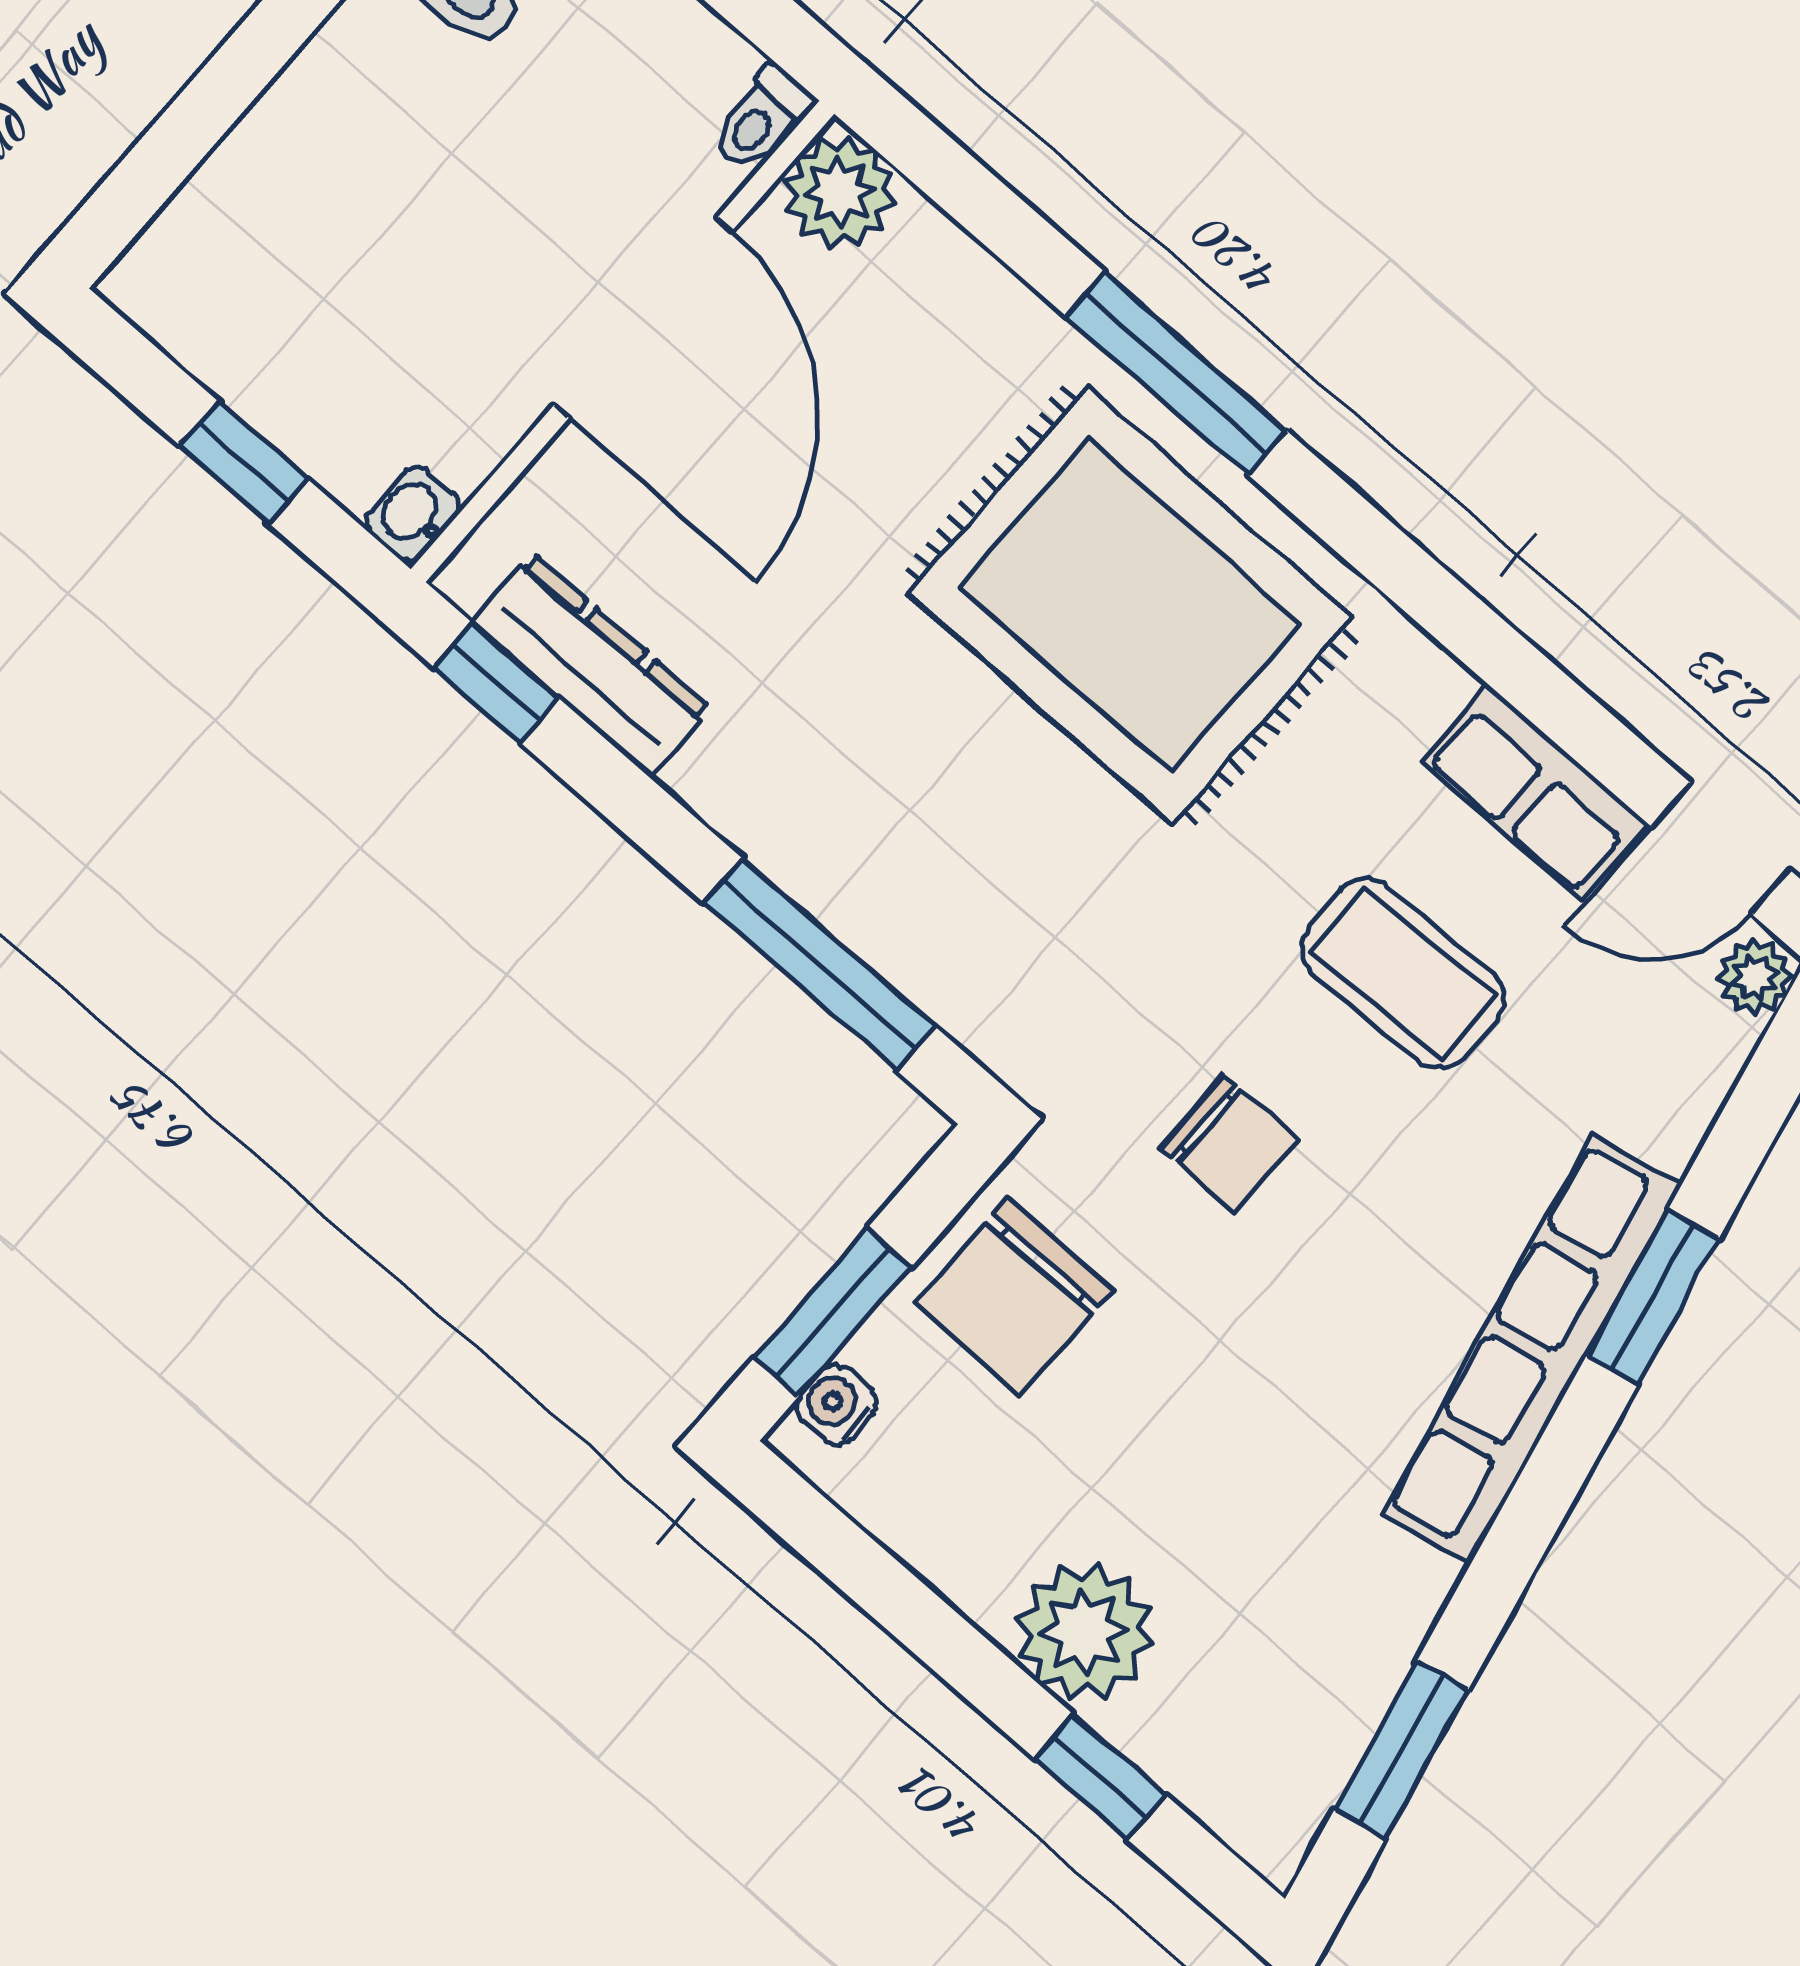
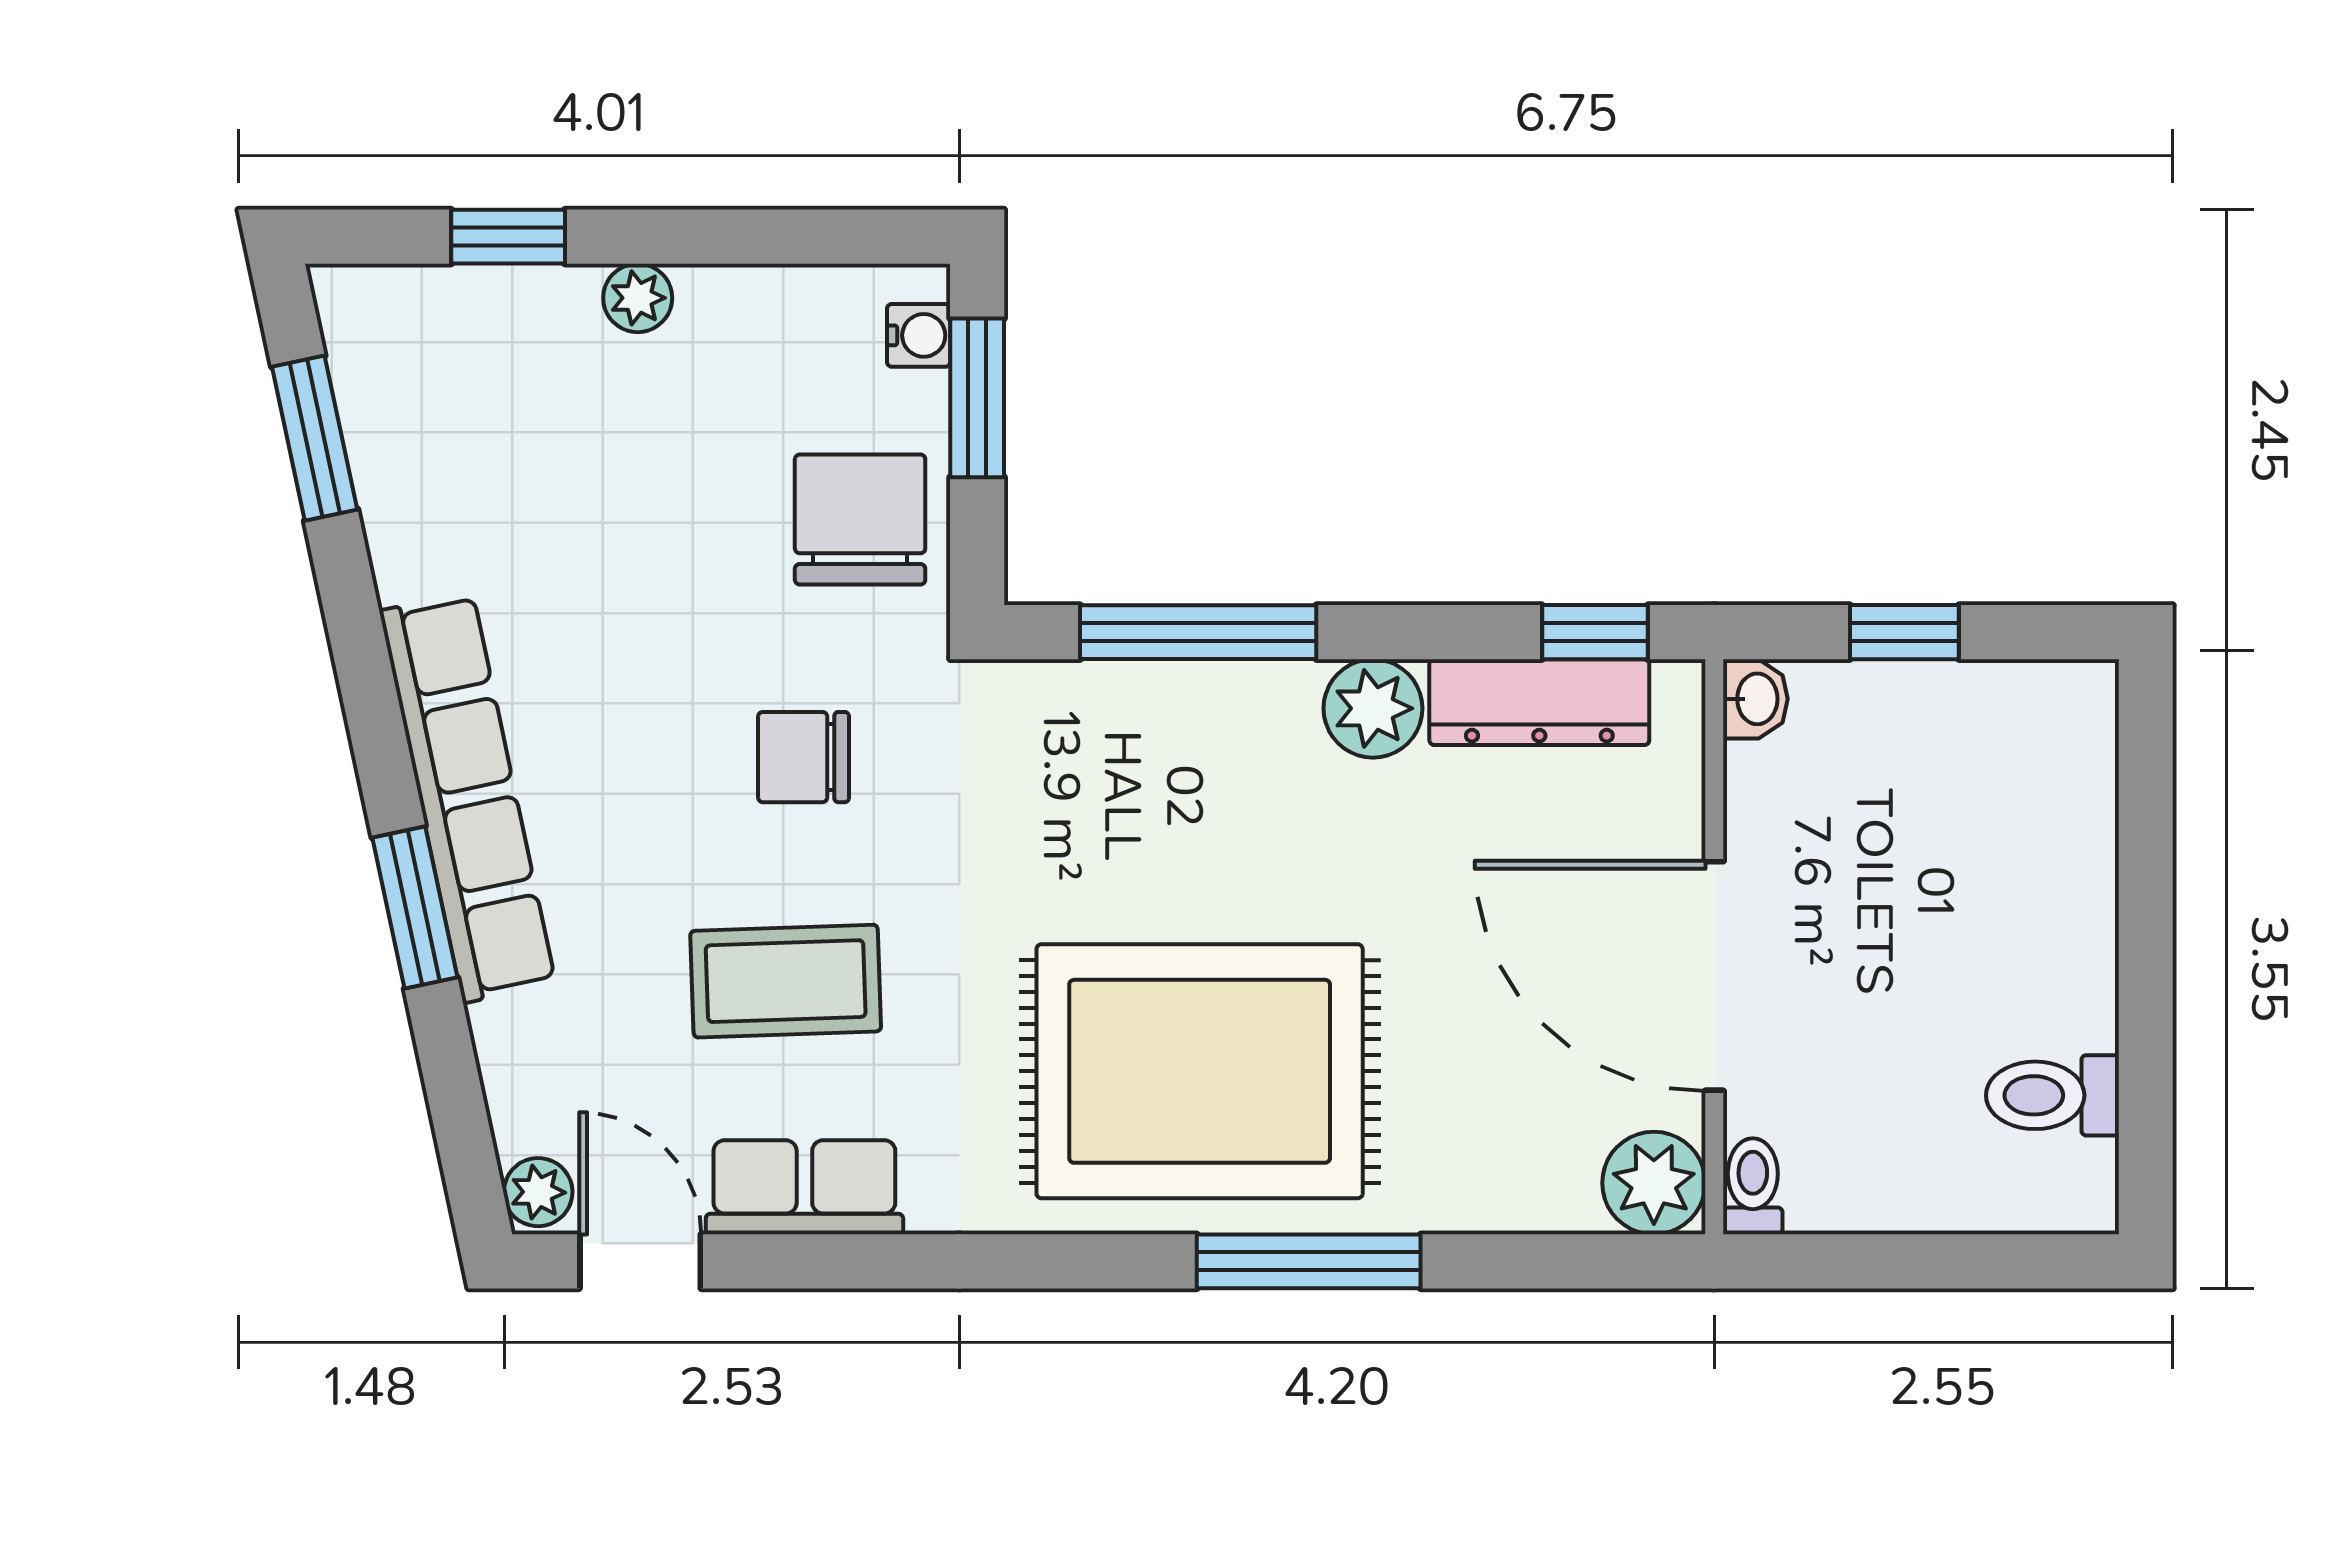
plant: (731, 778) -> (1373, 708), added
door: (1721, 848) -> (640, 1261), hinge flipped
plant: (1084, 1632) -> (638, 298), width x0.53, depth x0.53

